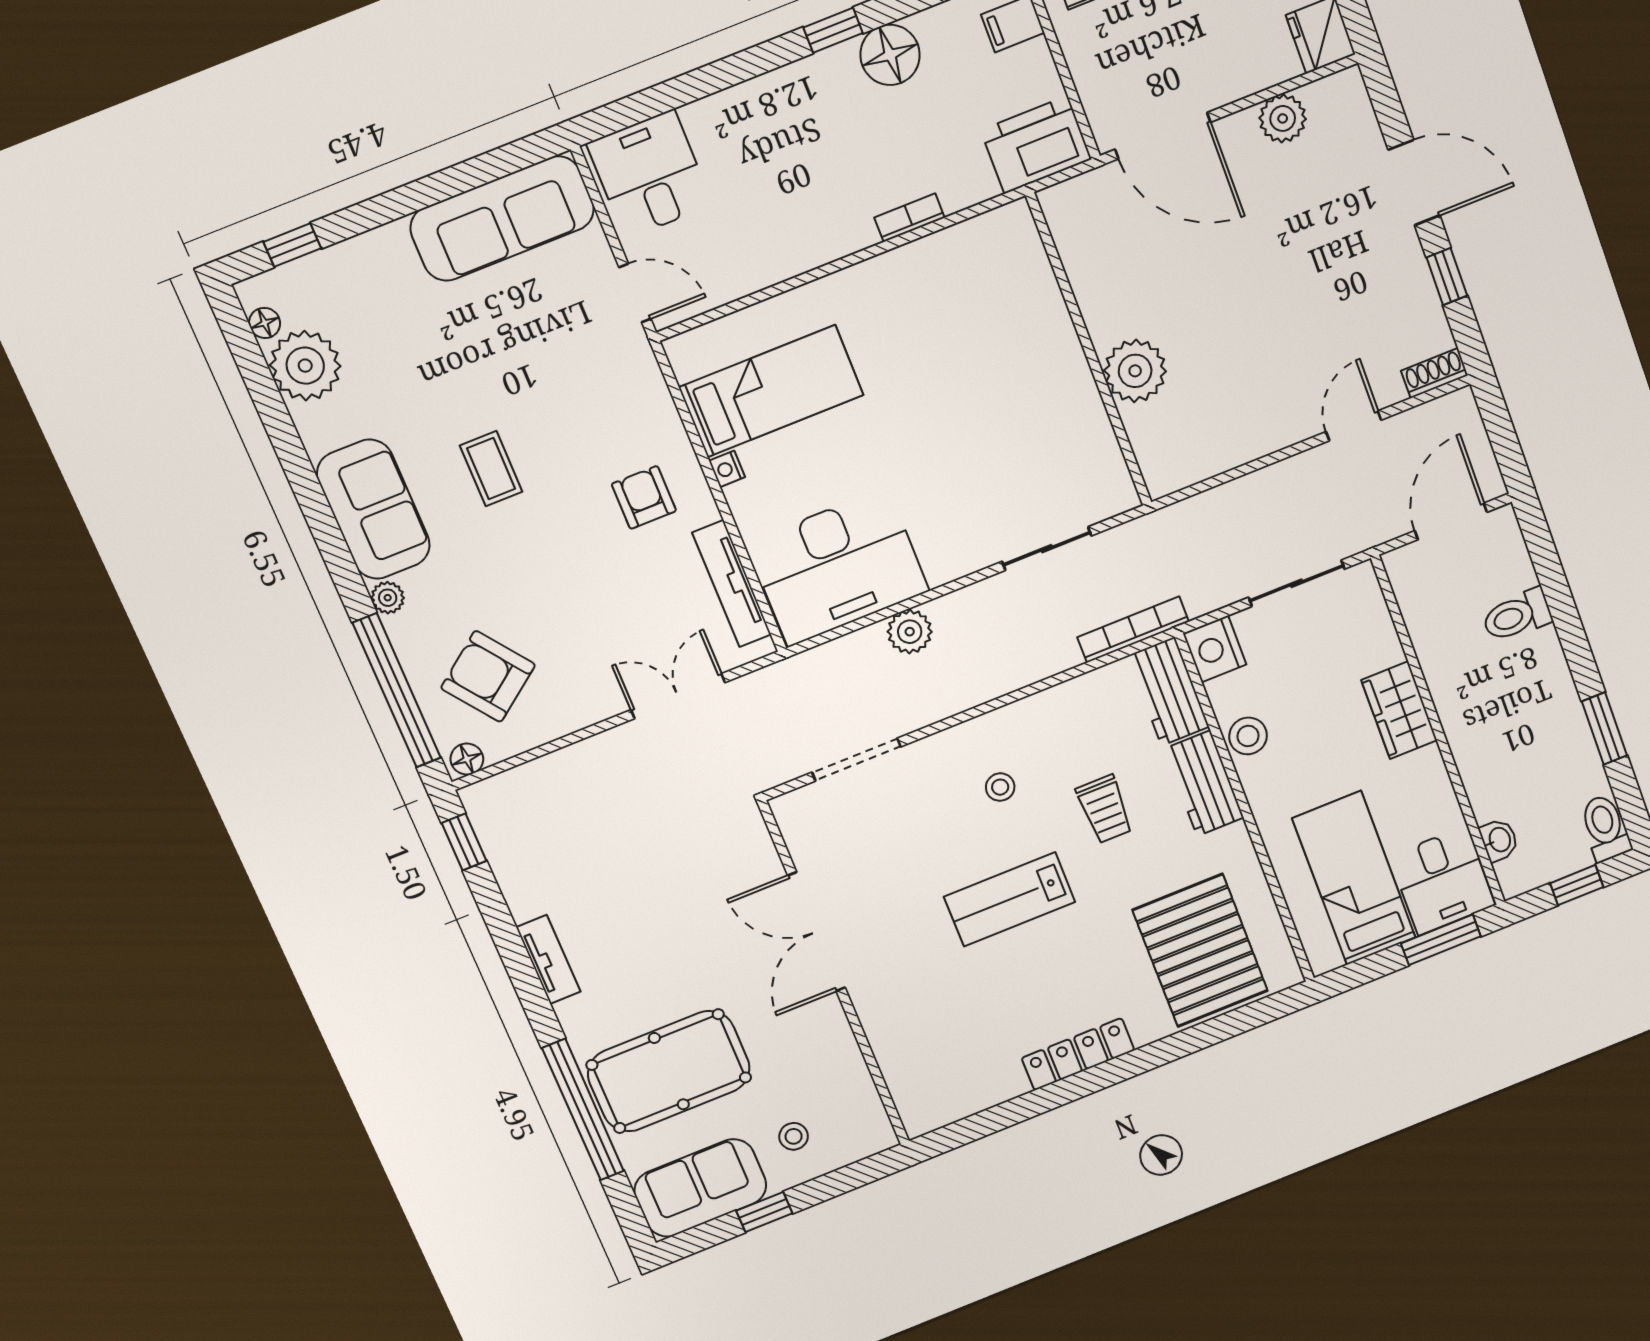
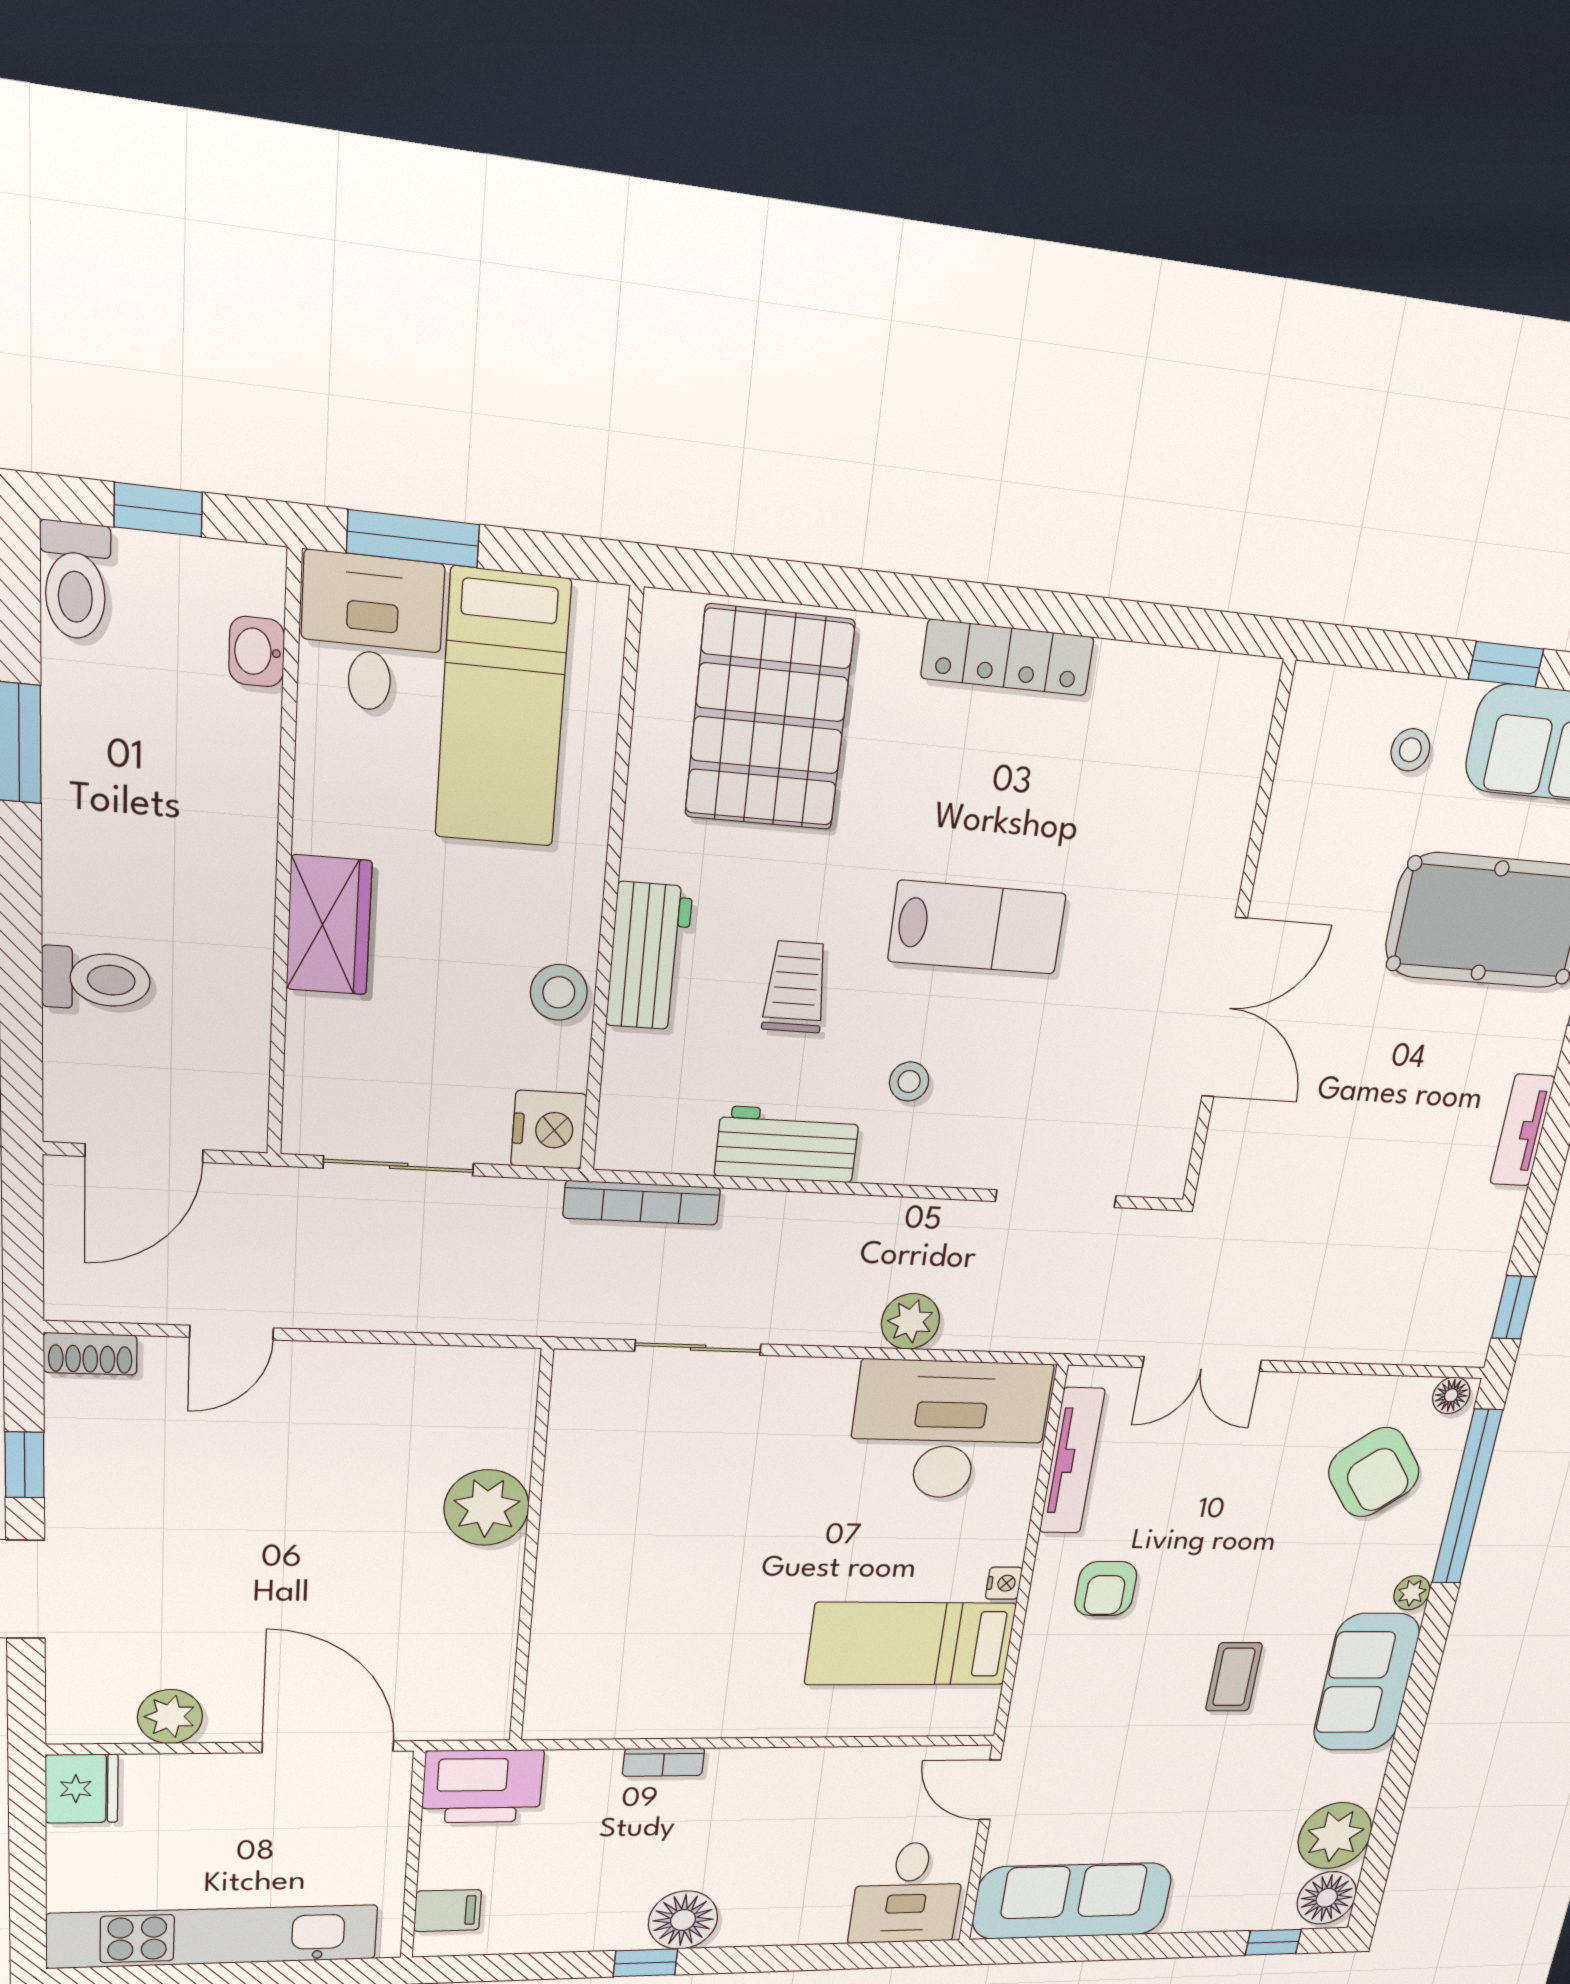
floor lamp: (890, 55) -> (683, 1920), moved
floor lamp: (265, 323) -> (1327, 1898), width x1.89, depth x1.89
workbench: (1168, 691) -> (787, 1145), moved, turned -90

